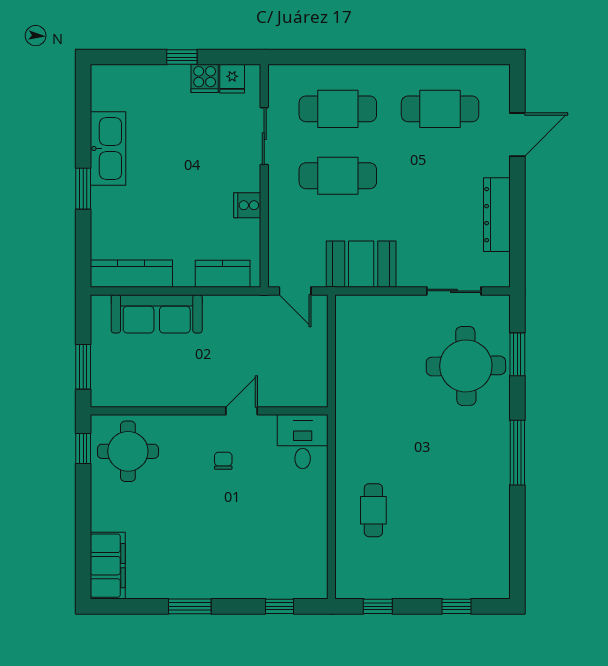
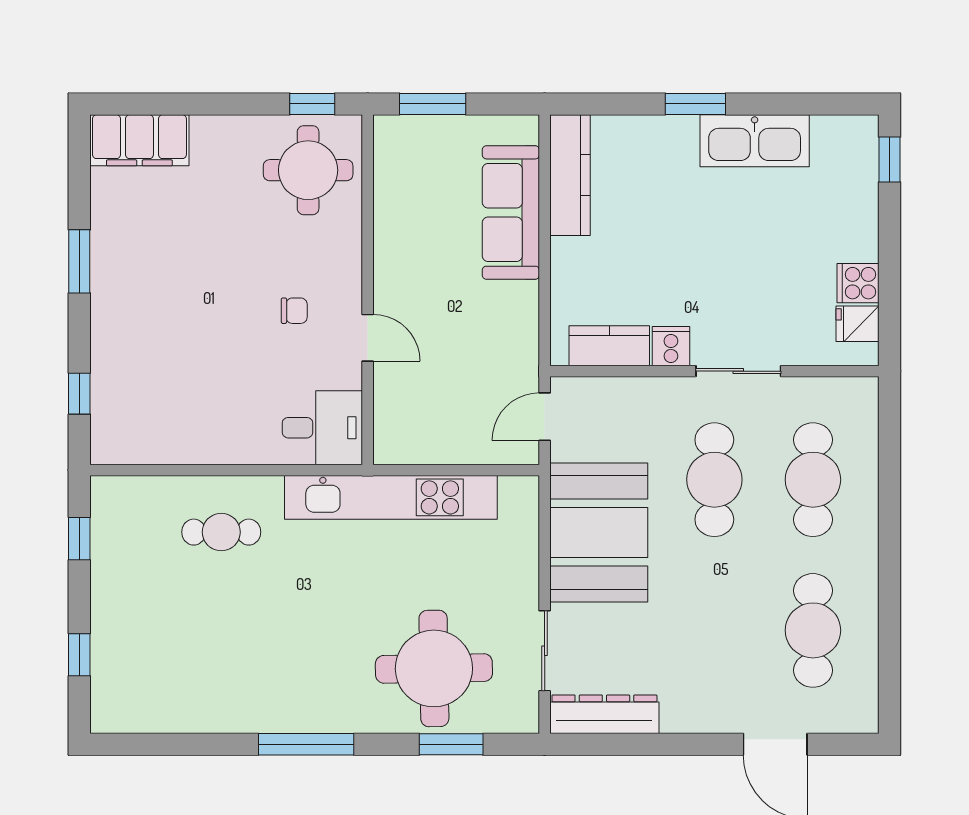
window: (182, 57) -> (889, 160), moved
sliding door: (264, 136) -> (738, 371), moved
dresser: (497, 215) -> (604, 714), moved
booth: (361, 264) -> (599, 533), width x1.36, depth x1.42
kitchen counter: (223, 274) -> (609, 346), moved, turned -90
kitchen unit: (350, 395) -> (391, 497), added

